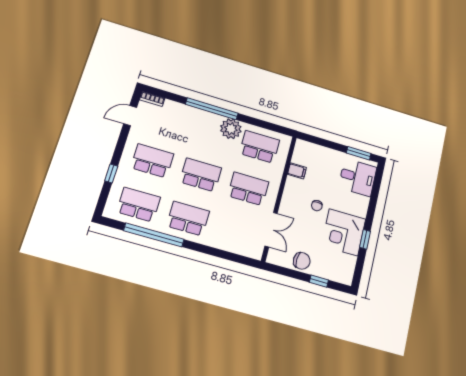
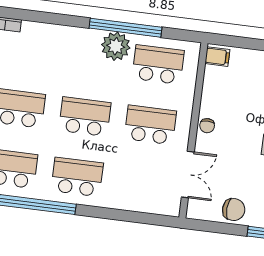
window: (212, 109) -> (125, 28), moved
filing cabinet: (297, 171) -> (217, 57), moved
chair: (317, 206) -> (207, 126), moved

